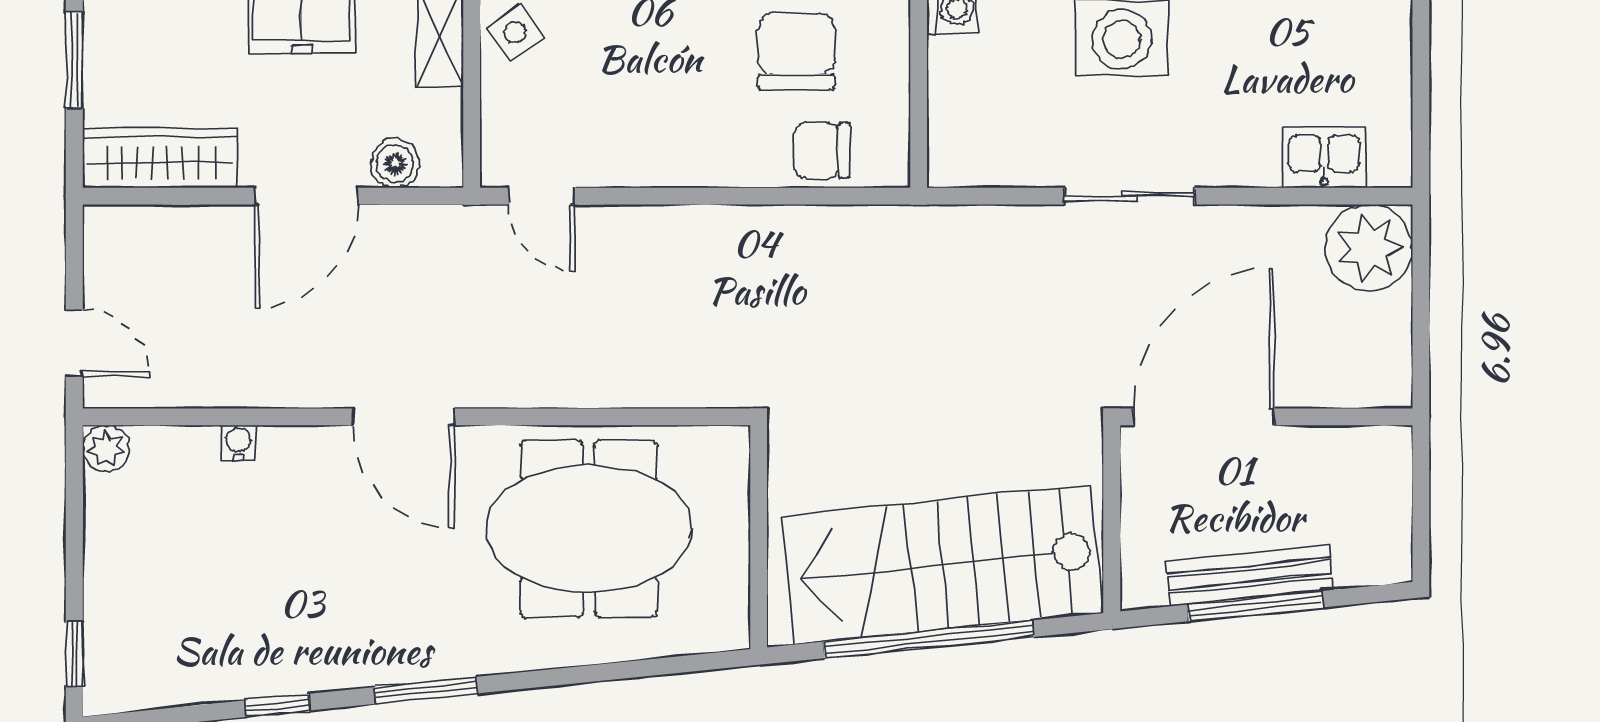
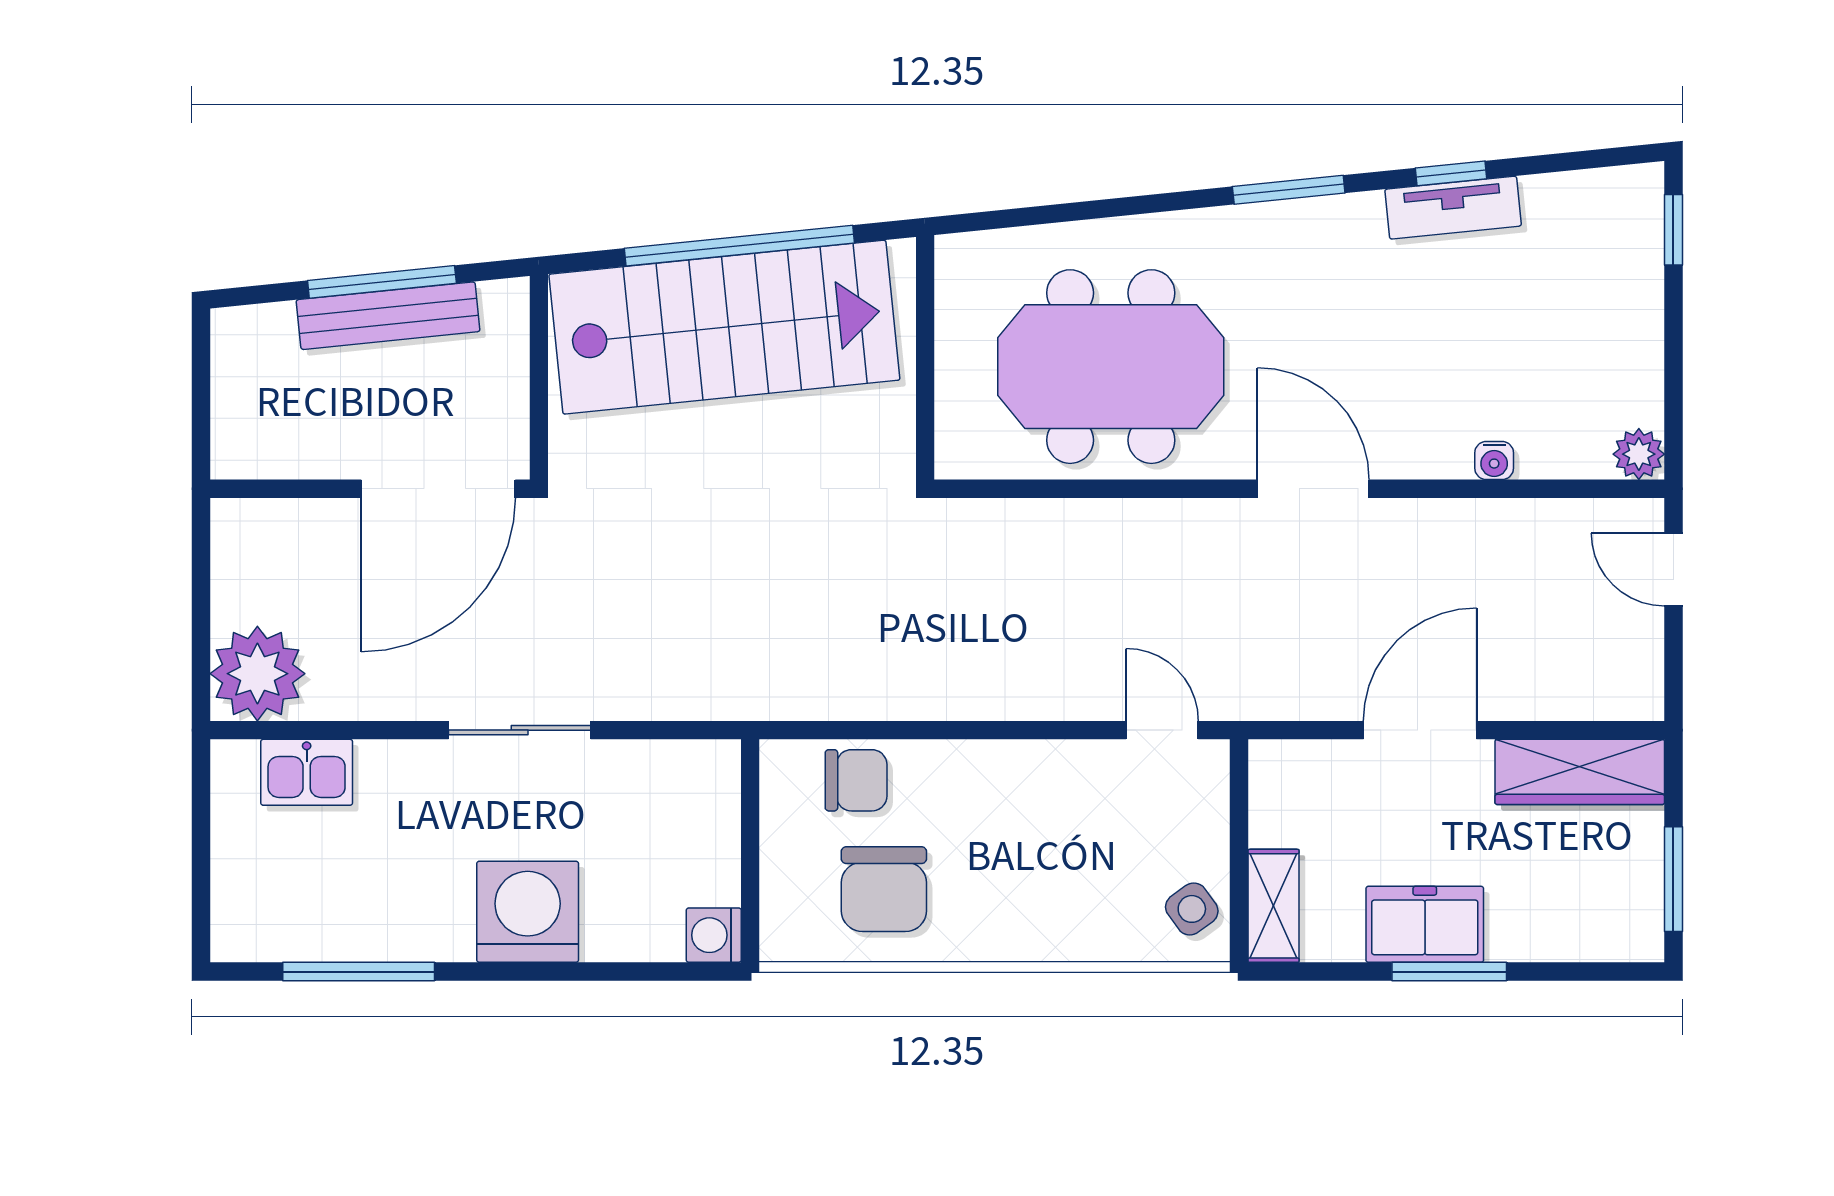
boiler: (395, 163) -> (1322, 766), removed
tv unit: (276, 674) -> (1453, 208), added

